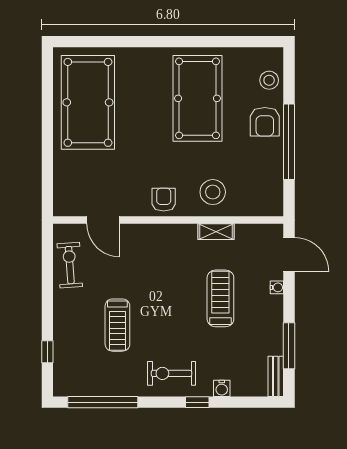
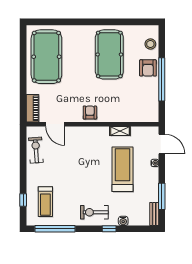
piano: (64, 192) -> (33, 108), added
stool: (213, 192) -> (118, 108), removed
treadmill: (220, 298) -> (122, 169), width x1.37, depth x1.37
treadmill: (117, 325) -> (45, 202), moved

